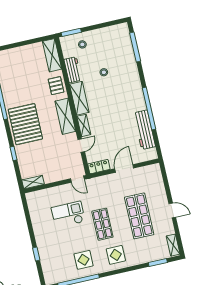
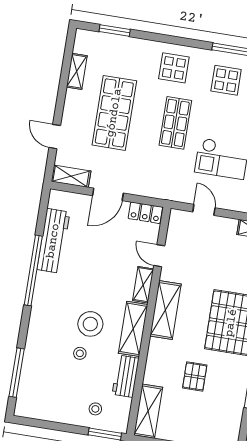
pallet: (56, 86) -> (195, 376), moved
stool: (105, 91) -> (90, 324), added
door: (81, 146) -> (159, 256), hinge flipped
shelving: (149, 170) -> (71, 176), added
door: (77, 179) -> (204, 210), moved
door: (172, 210) -> (55, 137), moved
shelving: (173, 245) -> (77, 71), moved

